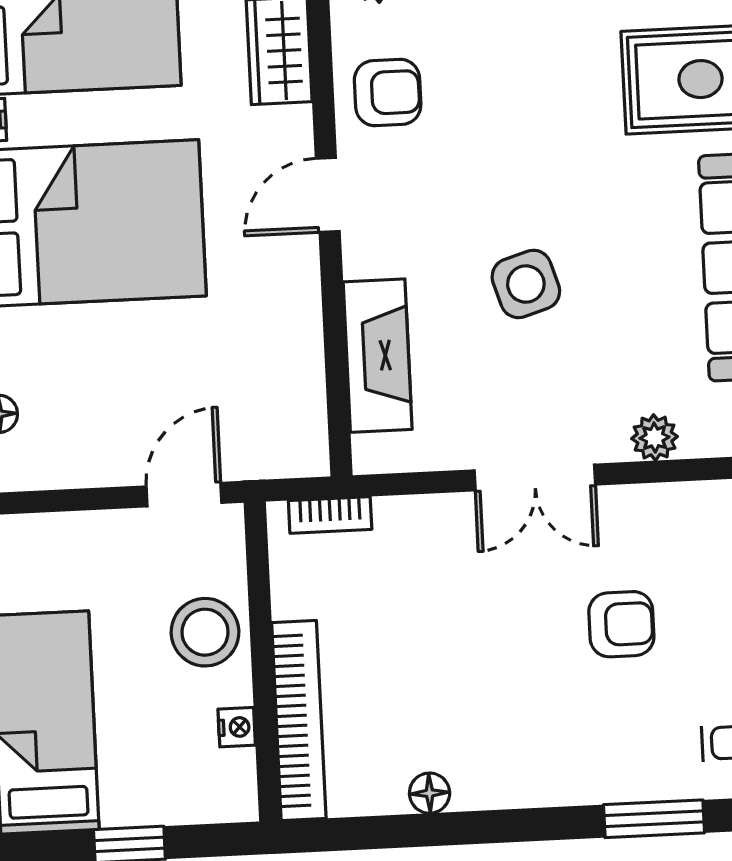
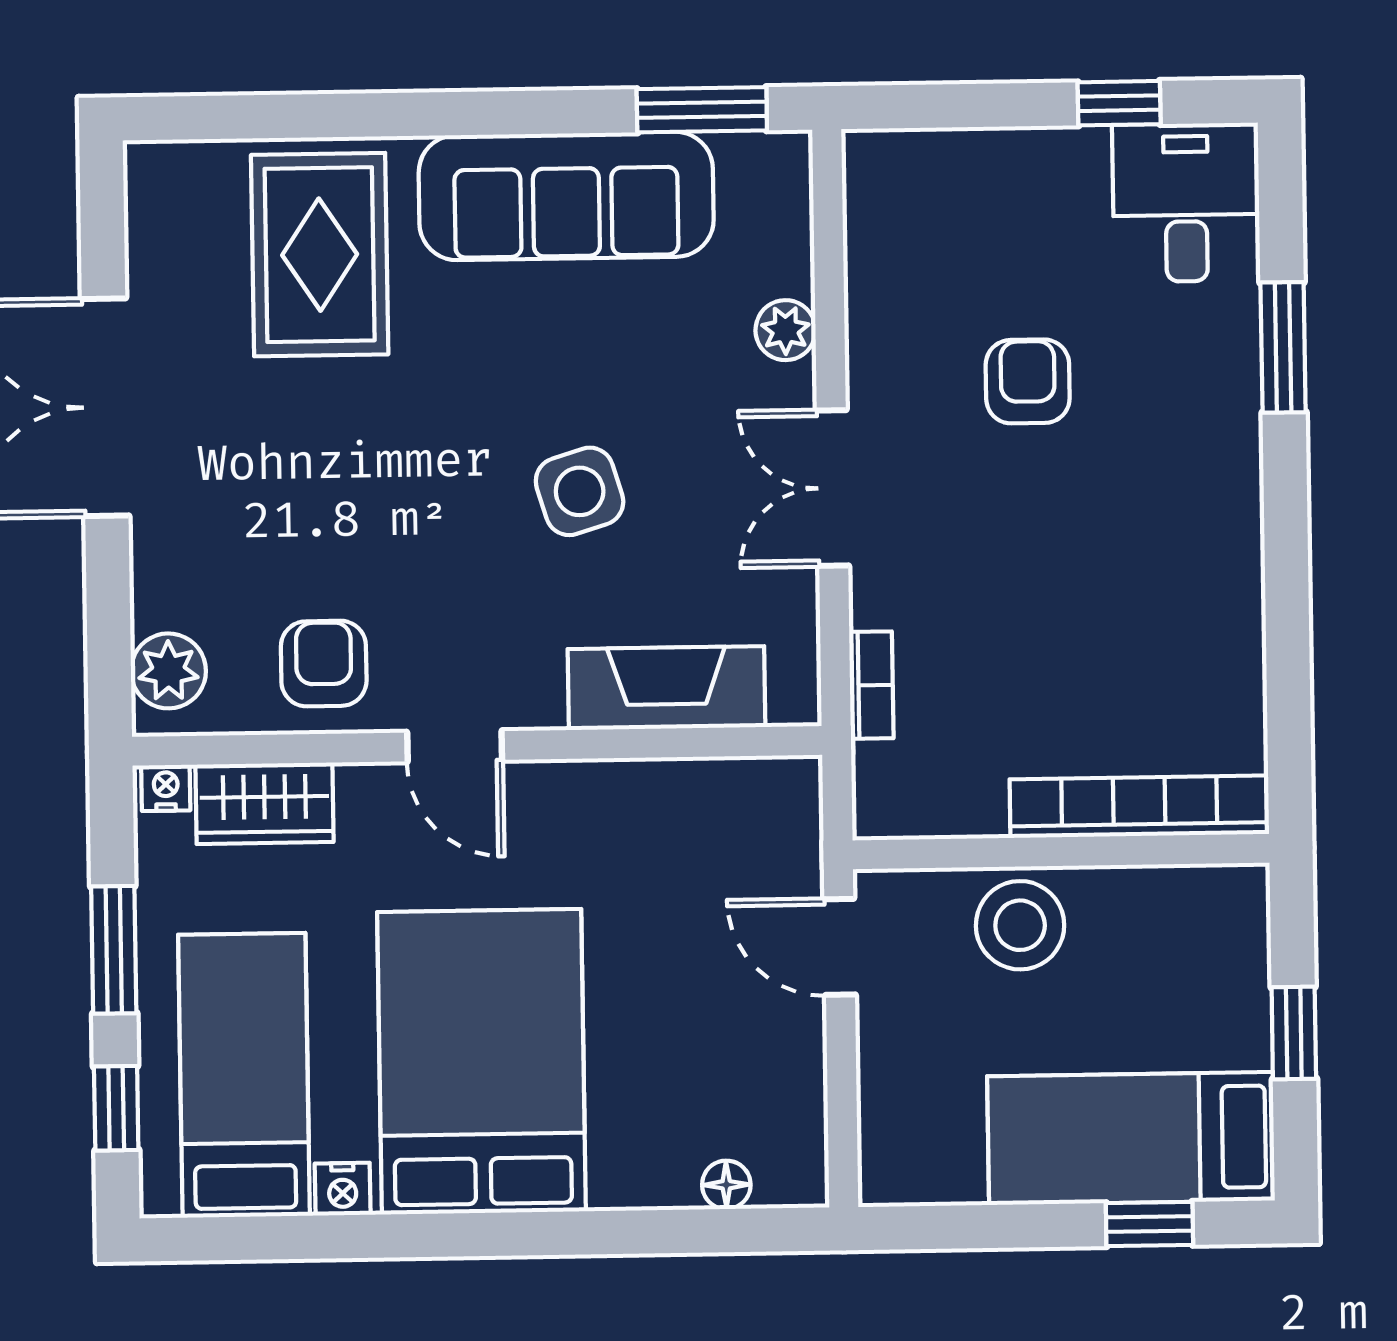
double door: (535, 477) -> (832, 488), swing flipped
bookcase: (330, 515) -> (871, 685), moved
nightstand: (237, 727) -> (1145, 888), removed
floor lamp: (430, 793) -> (1240, 639), removed

